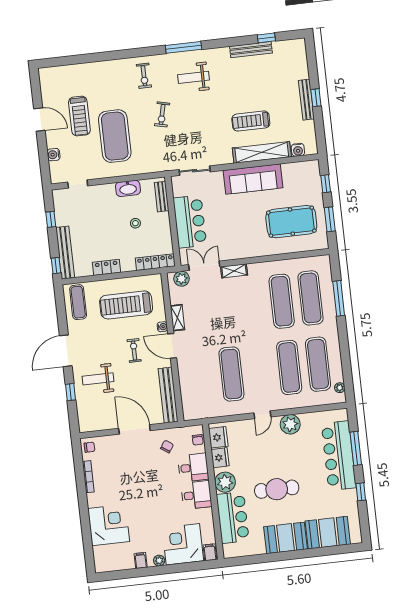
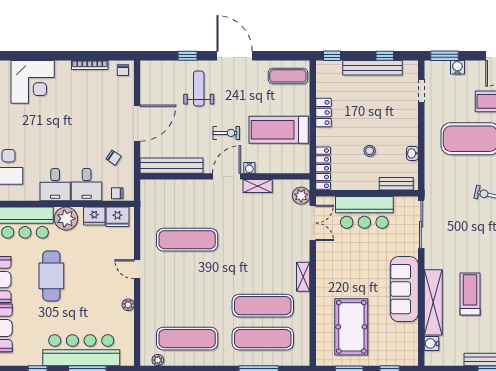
window: (45, 167) -> (445, 56), added
sliding door: (195, 171) -> (421, 224), width x1.37
washbasin: (128, 188) -> (412, 153), width x0.52, depth x0.69
bench: (65, 253) -> (372, 68), moved
shelving: (234, 271) -> (303, 277), moved
treadmill: (126, 305) -> (279, 130), turned -90
exercise mat: (289, 367) -> (187, 306), removed
plant: (290, 424) -> (128, 305), width x0.53, depth x0.53

